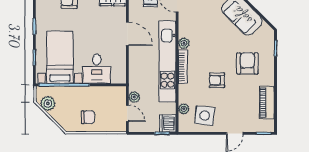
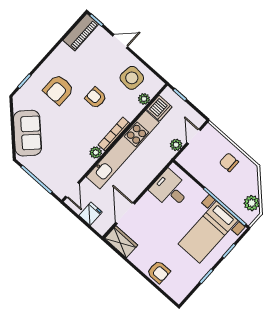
door: (127, 34) -> (125, 213), moved
desk: (97, 69) -> (170, 190), moved, turned -90
armchair: (217, 80) -> (96, 98), turned 180
piano: (267, 103) -> (81, 32), moved
dishwasher: (168, 123) -> (159, 108), moved

